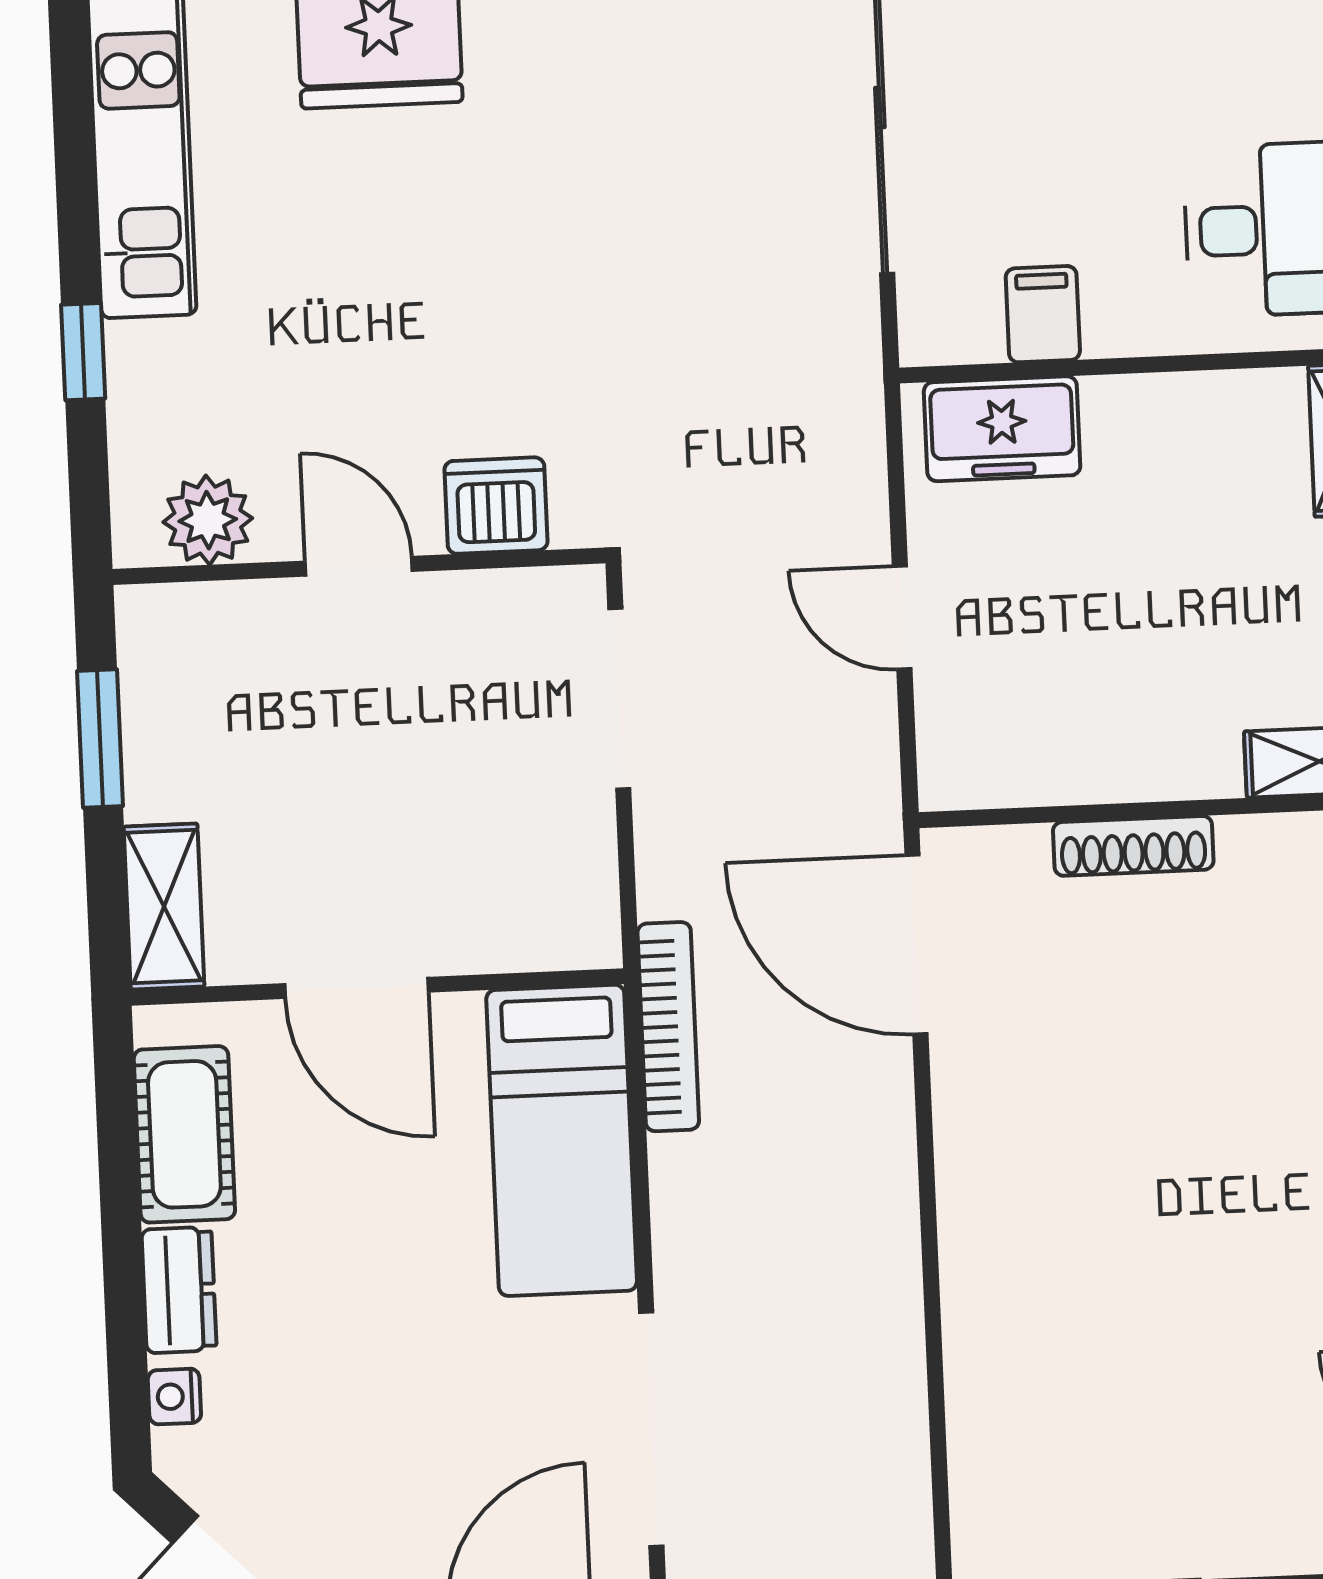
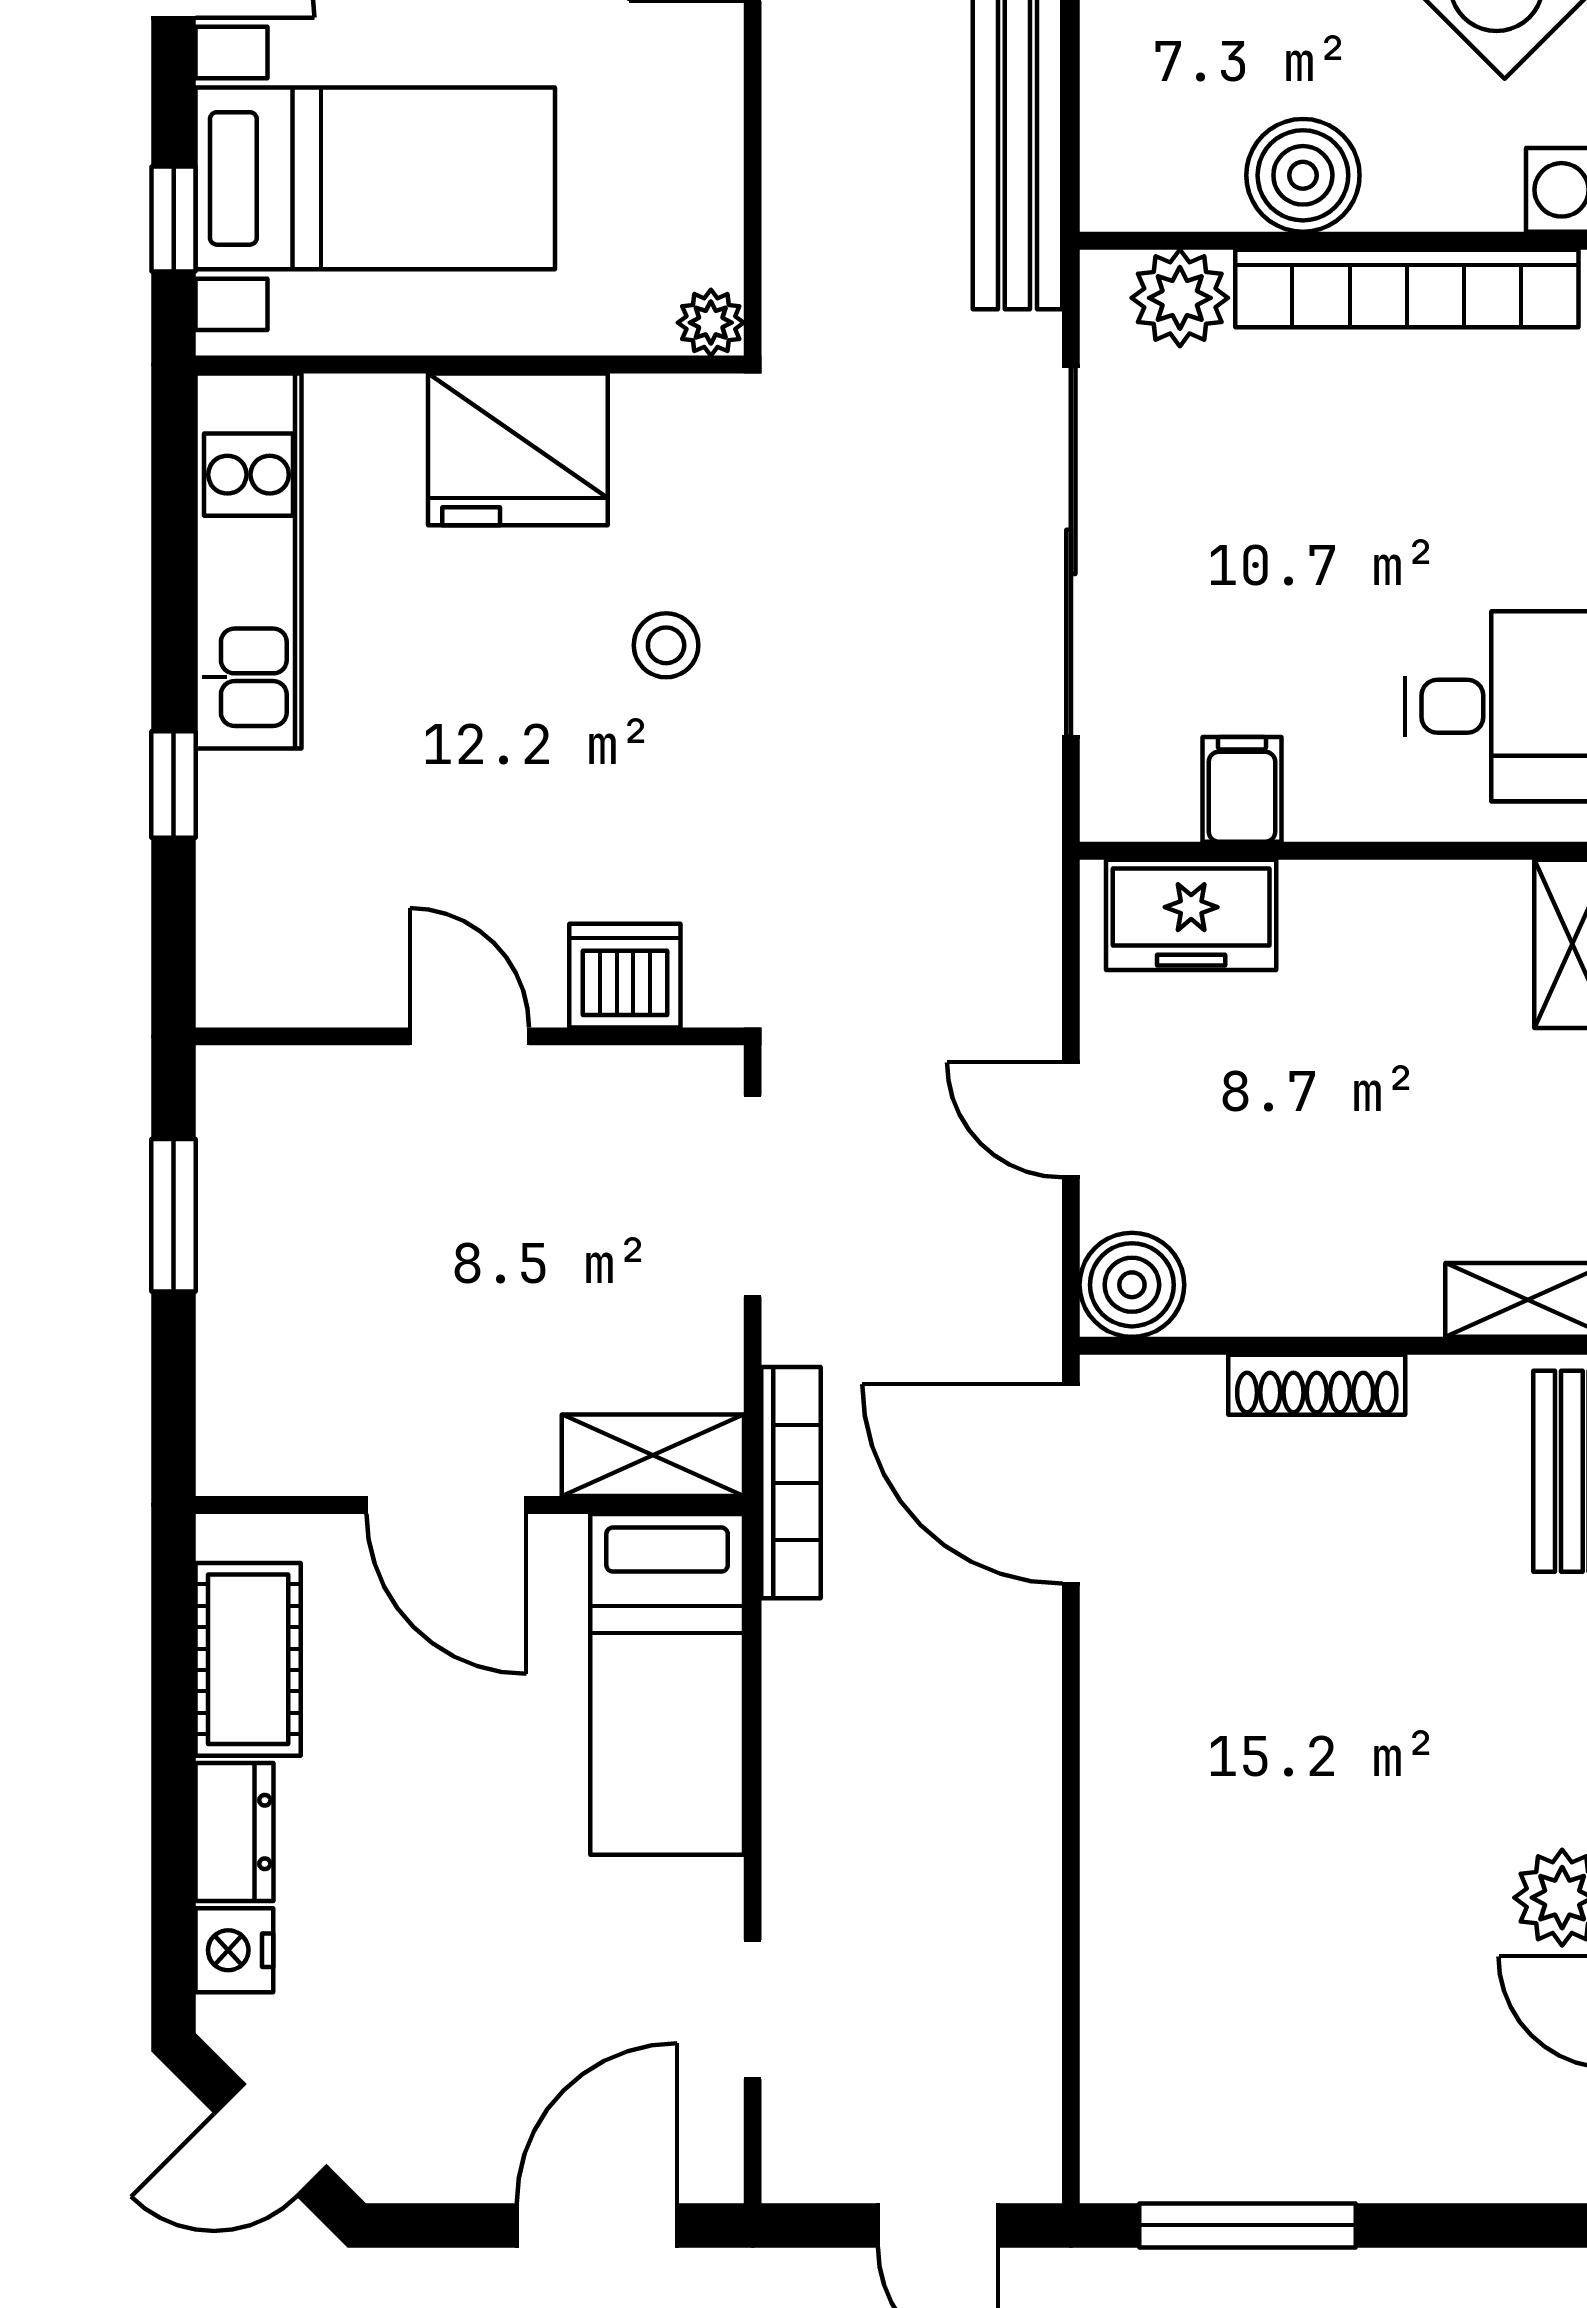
stool: (520, 207) -> (666, 645), added
plant: (208, 520) -> (304, 978), removed
boiler: (963, 763) -> (1132, 1285), added
shelving: (164, 907) -> (653, 1455), moved, turned 90
bookcase: (668, 1027) -> (791, 1483), moved
nightstand: (174, 1397) -> (234, 1950), width x1.39, depth x1.35
doorway: (651, 1429) -> (753, 2010), width x0.53

